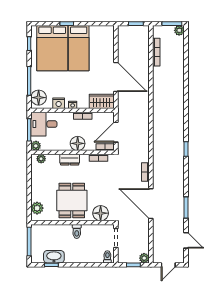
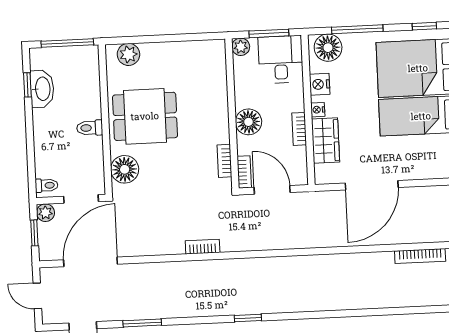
wardrobe: (102, 101) -> (325, 141), moved
plant: (41, 159) -> (218, 57), removed
dresser: (70, 160) -> (219, 109), removed
door: (151, 204) -> (91, 262), moved
plant: (144, 258) -> (46, 213), moved

